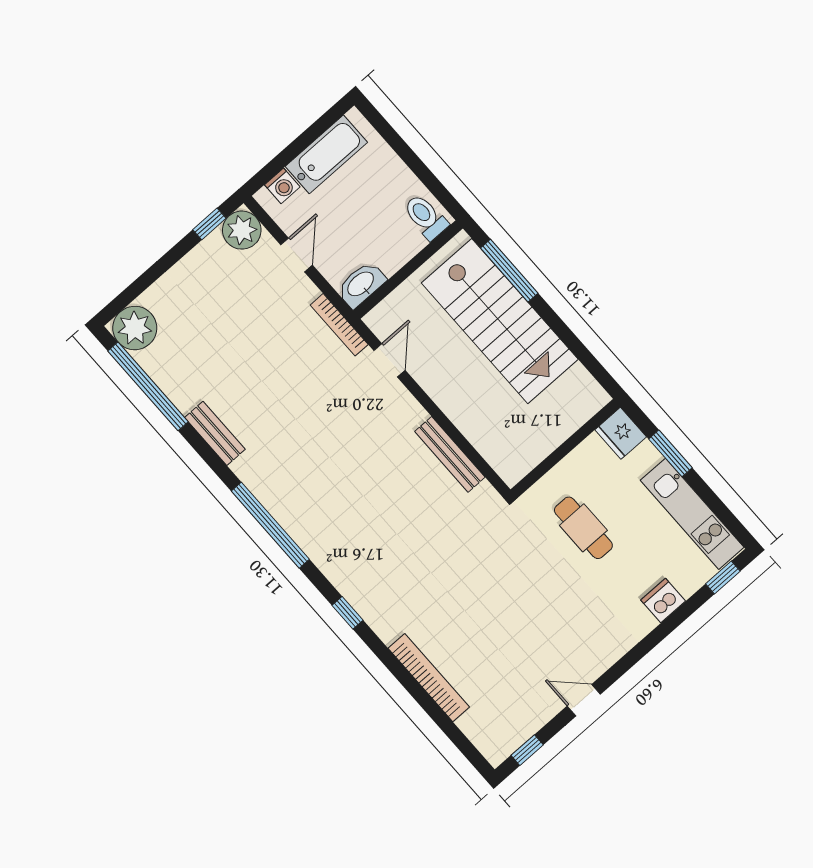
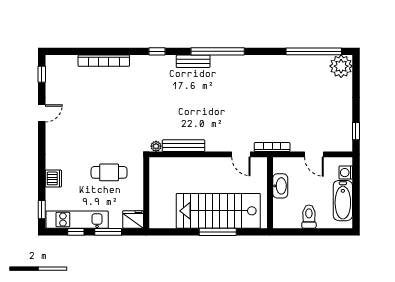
toilet: (426, 217) -> (309, 217), moved, turned -90
plant: (242, 230) -> (156, 146), moved, width x0.53, depth x0.53
window: (509, 271) -> (218, 232), moved
washbasin: (361, 285) -> (280, 186), moved
bench: (215, 433) -> (193, 61), moved
window: (712, 500) -> (76, 232), added

